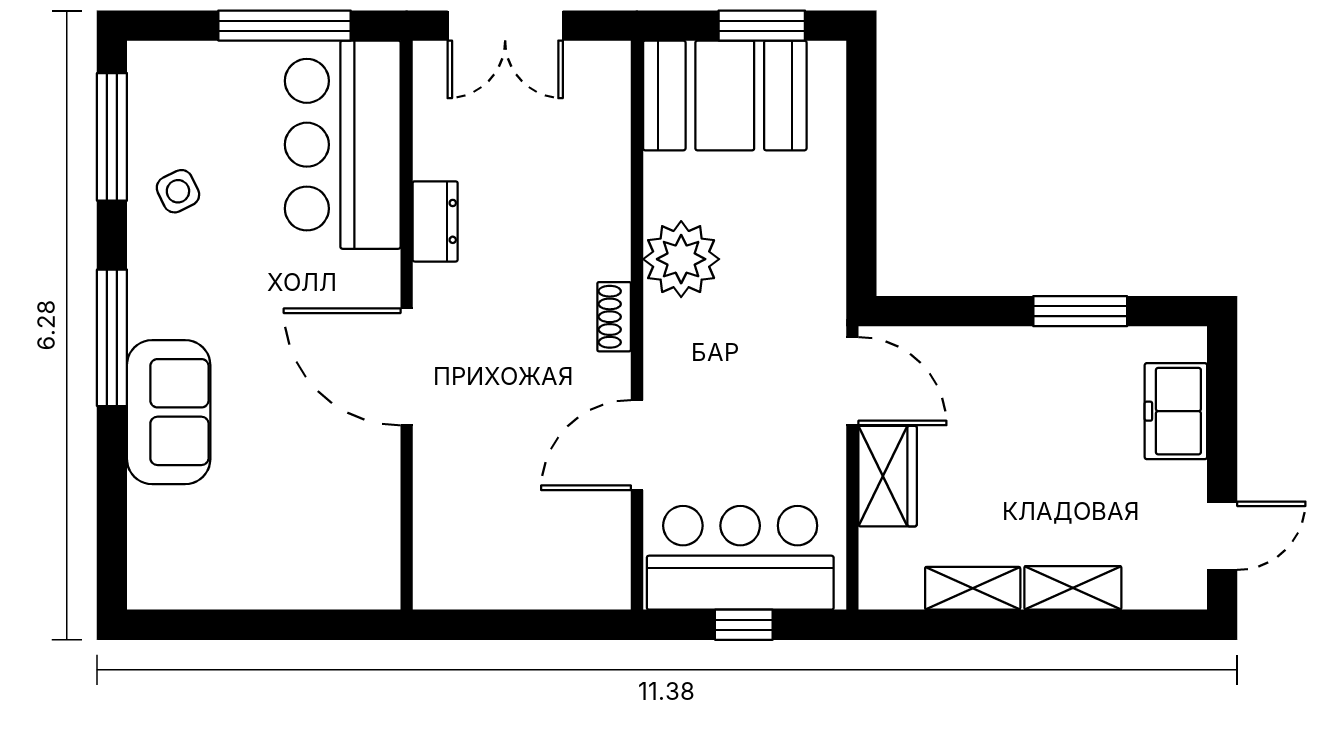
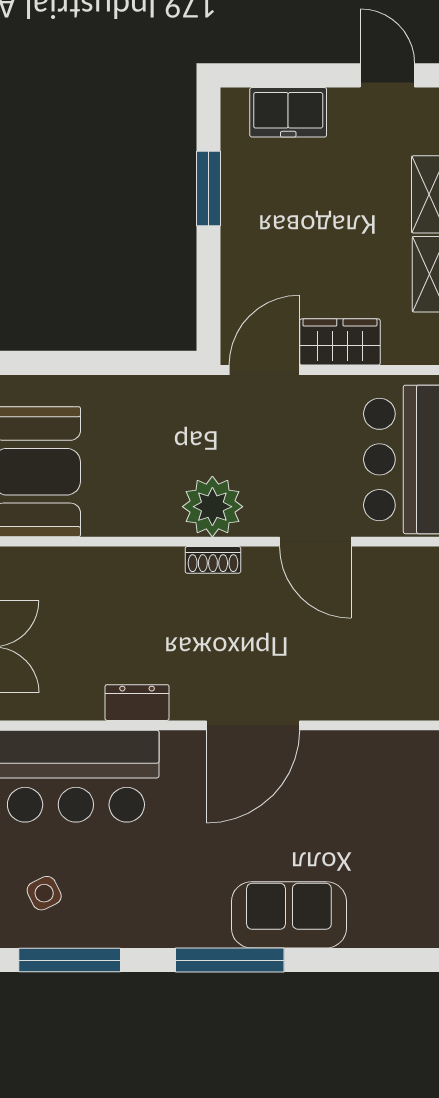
side table: (178, 191) -> (44, 893), moved
plant: (681, 259) -> (212, 507), moved

